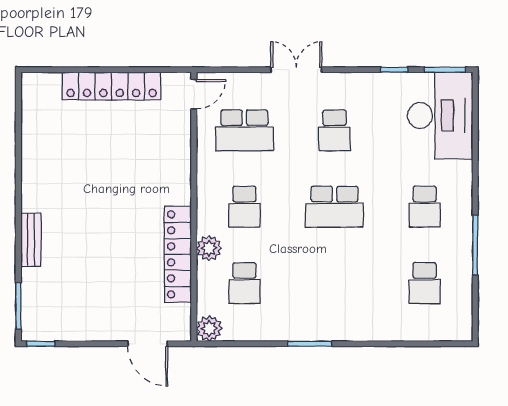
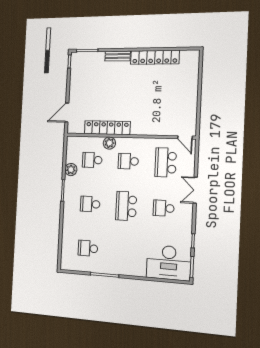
double door: (296, 70) -> (195, 190), swing flipped
locker: (112, 86) -> (155, 57), moved, turned -90
school desk: (425, 207) -> (90, 204), moved
plant: (209, 328) -> (71, 170), moved

